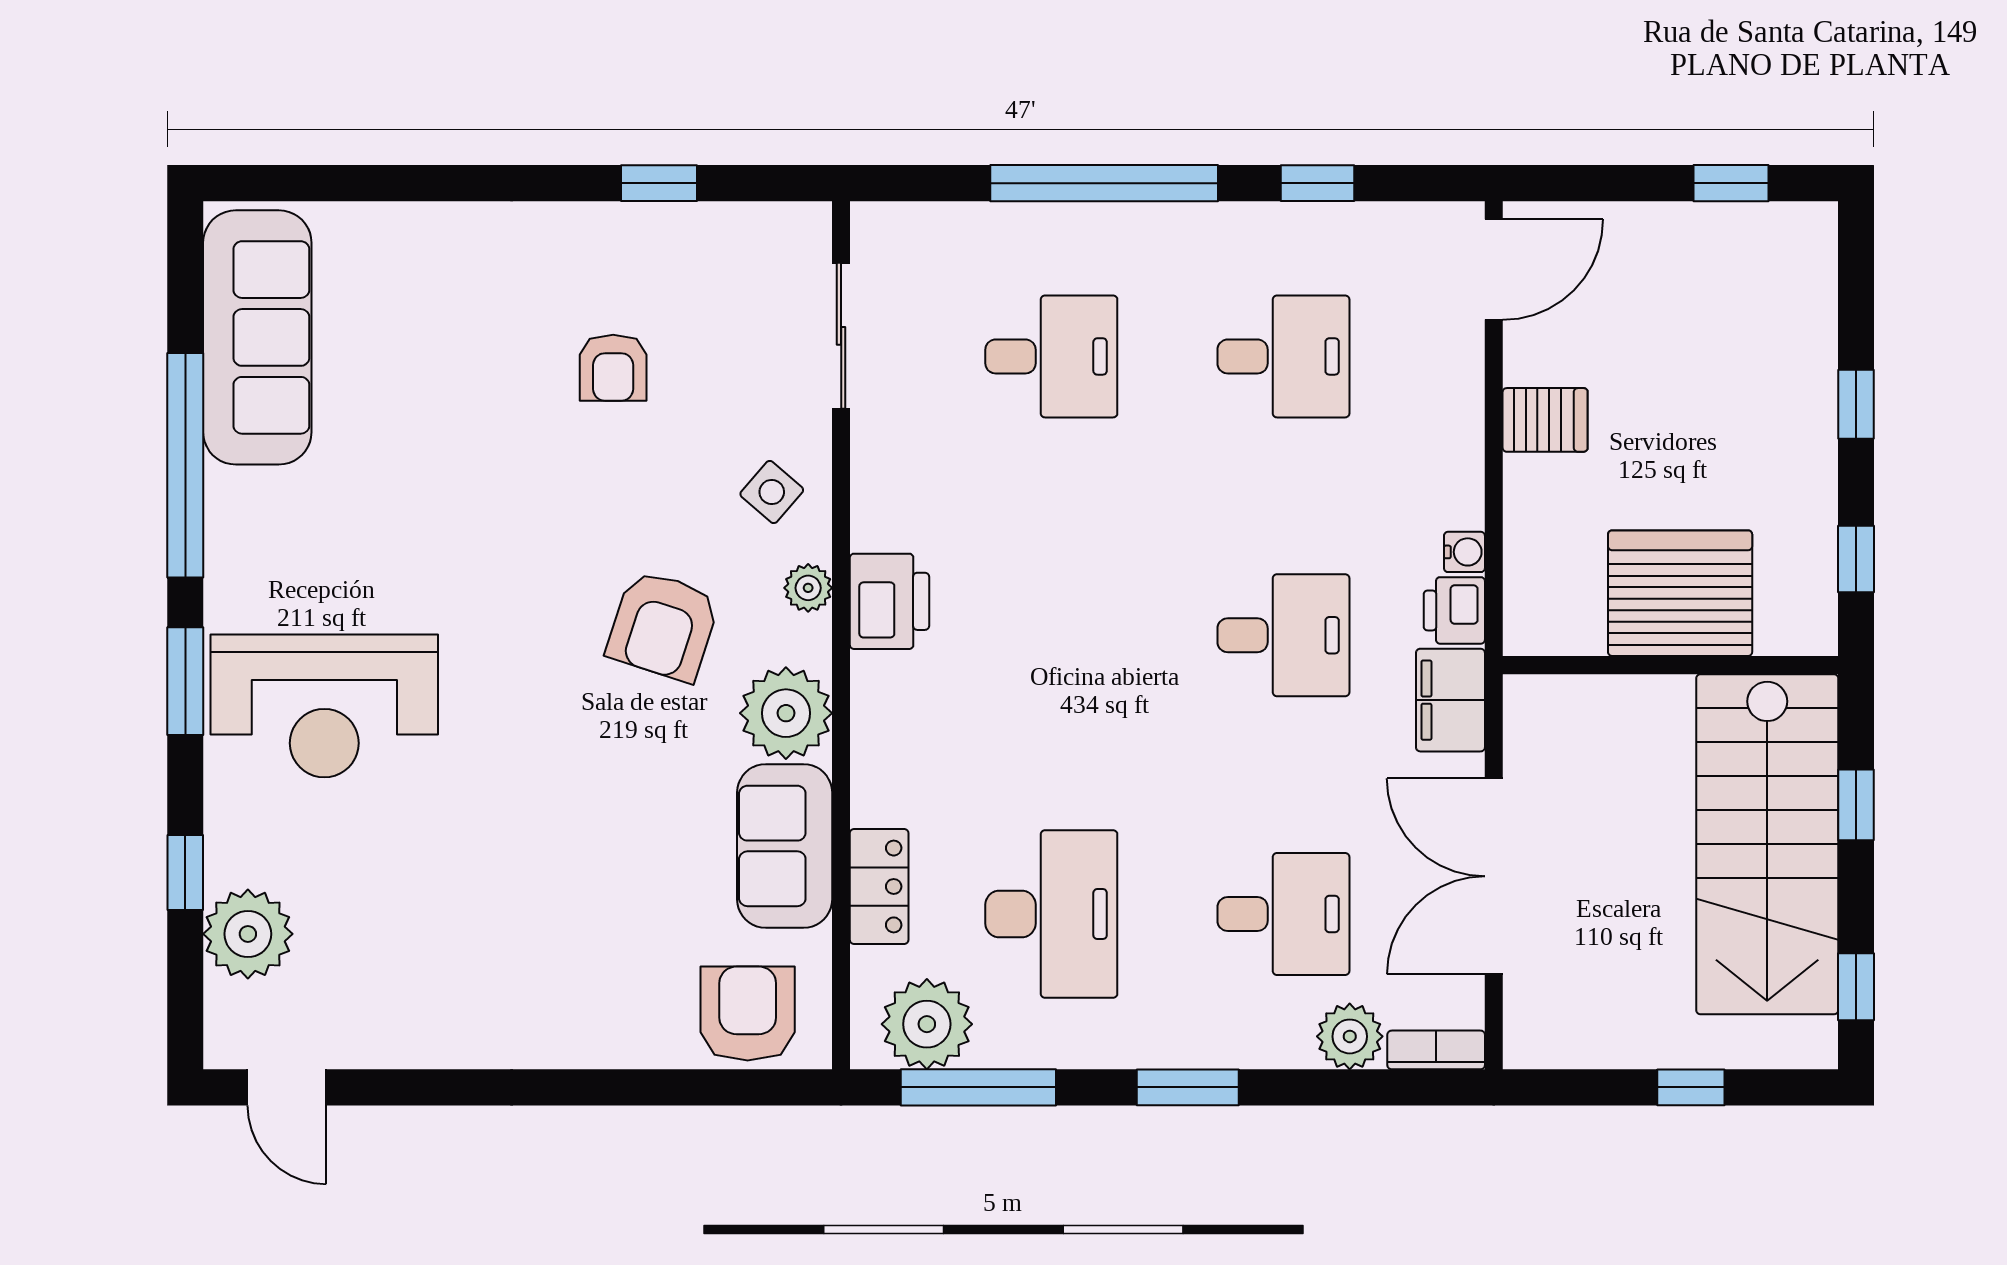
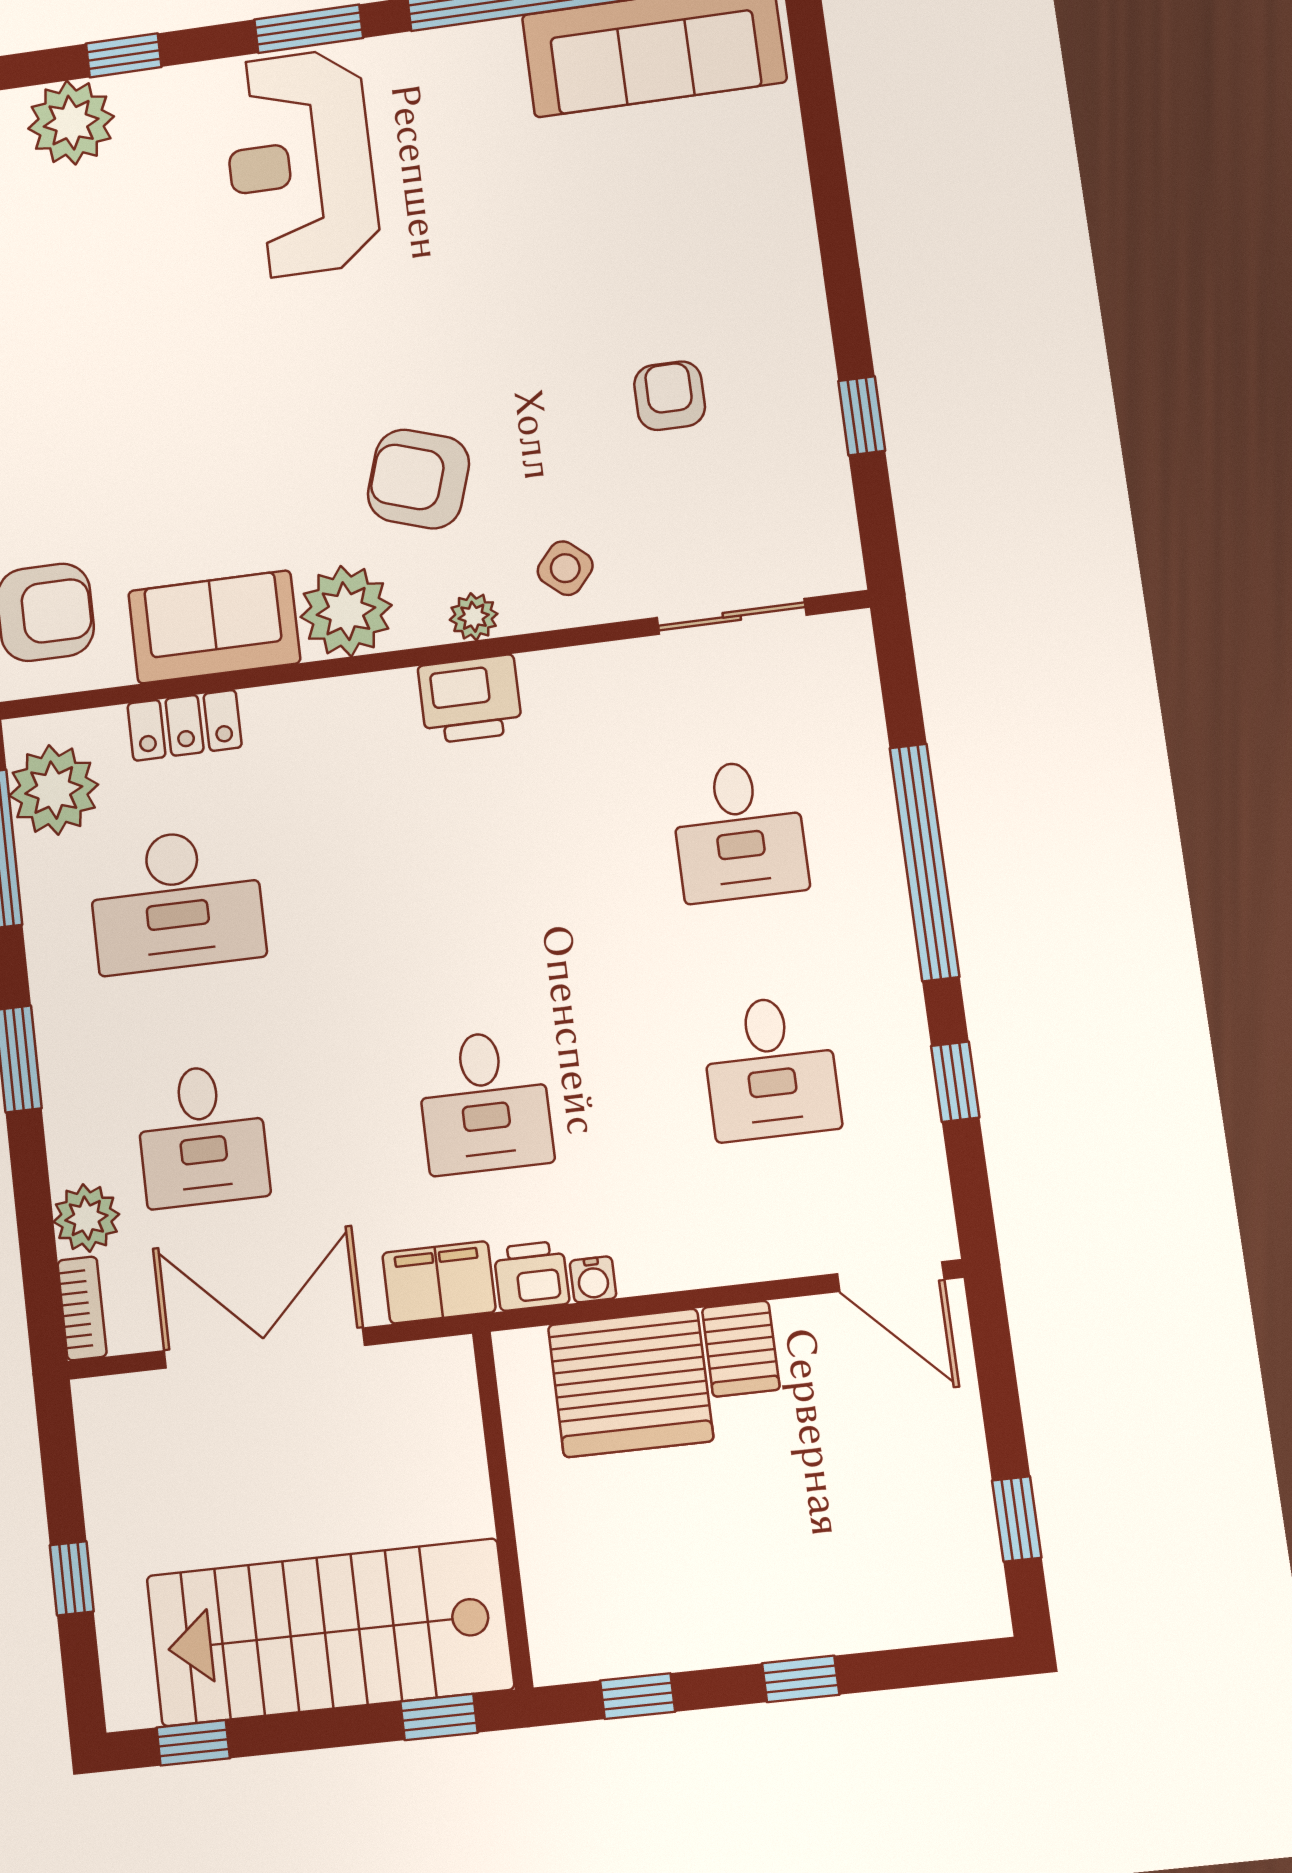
armchair: (613, 368) -> (670, 396), turned 90
server rack: (1680, 593) -> (631, 1383), moved, turned 90
window: (1856, 805) -> (439, 1717), moved

